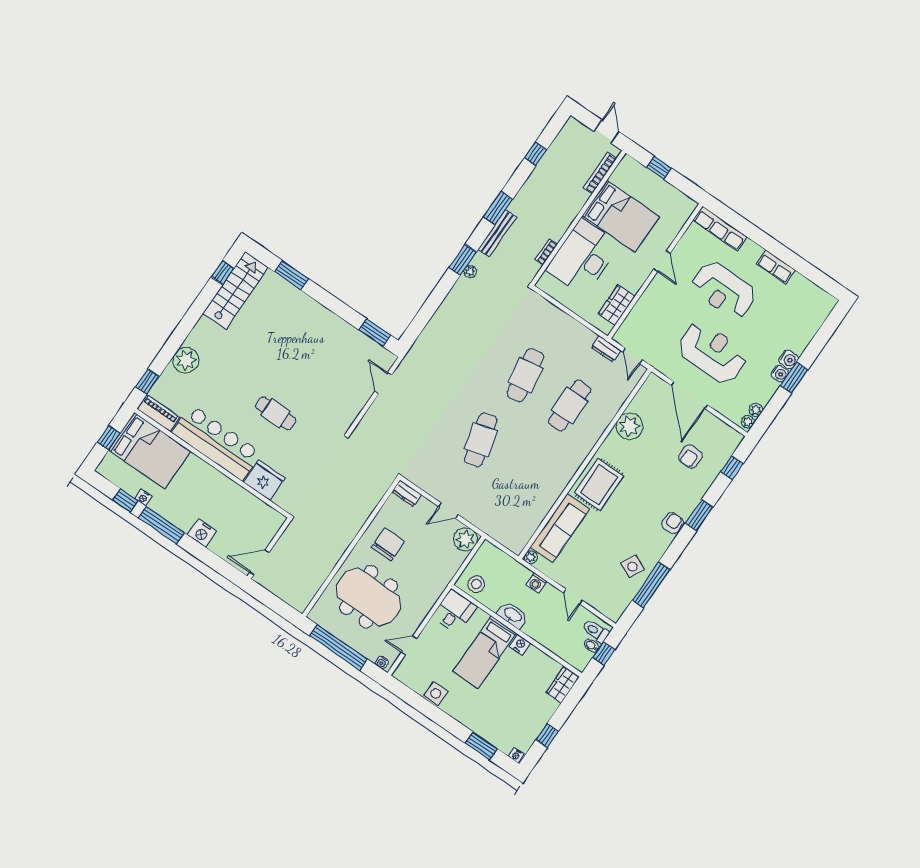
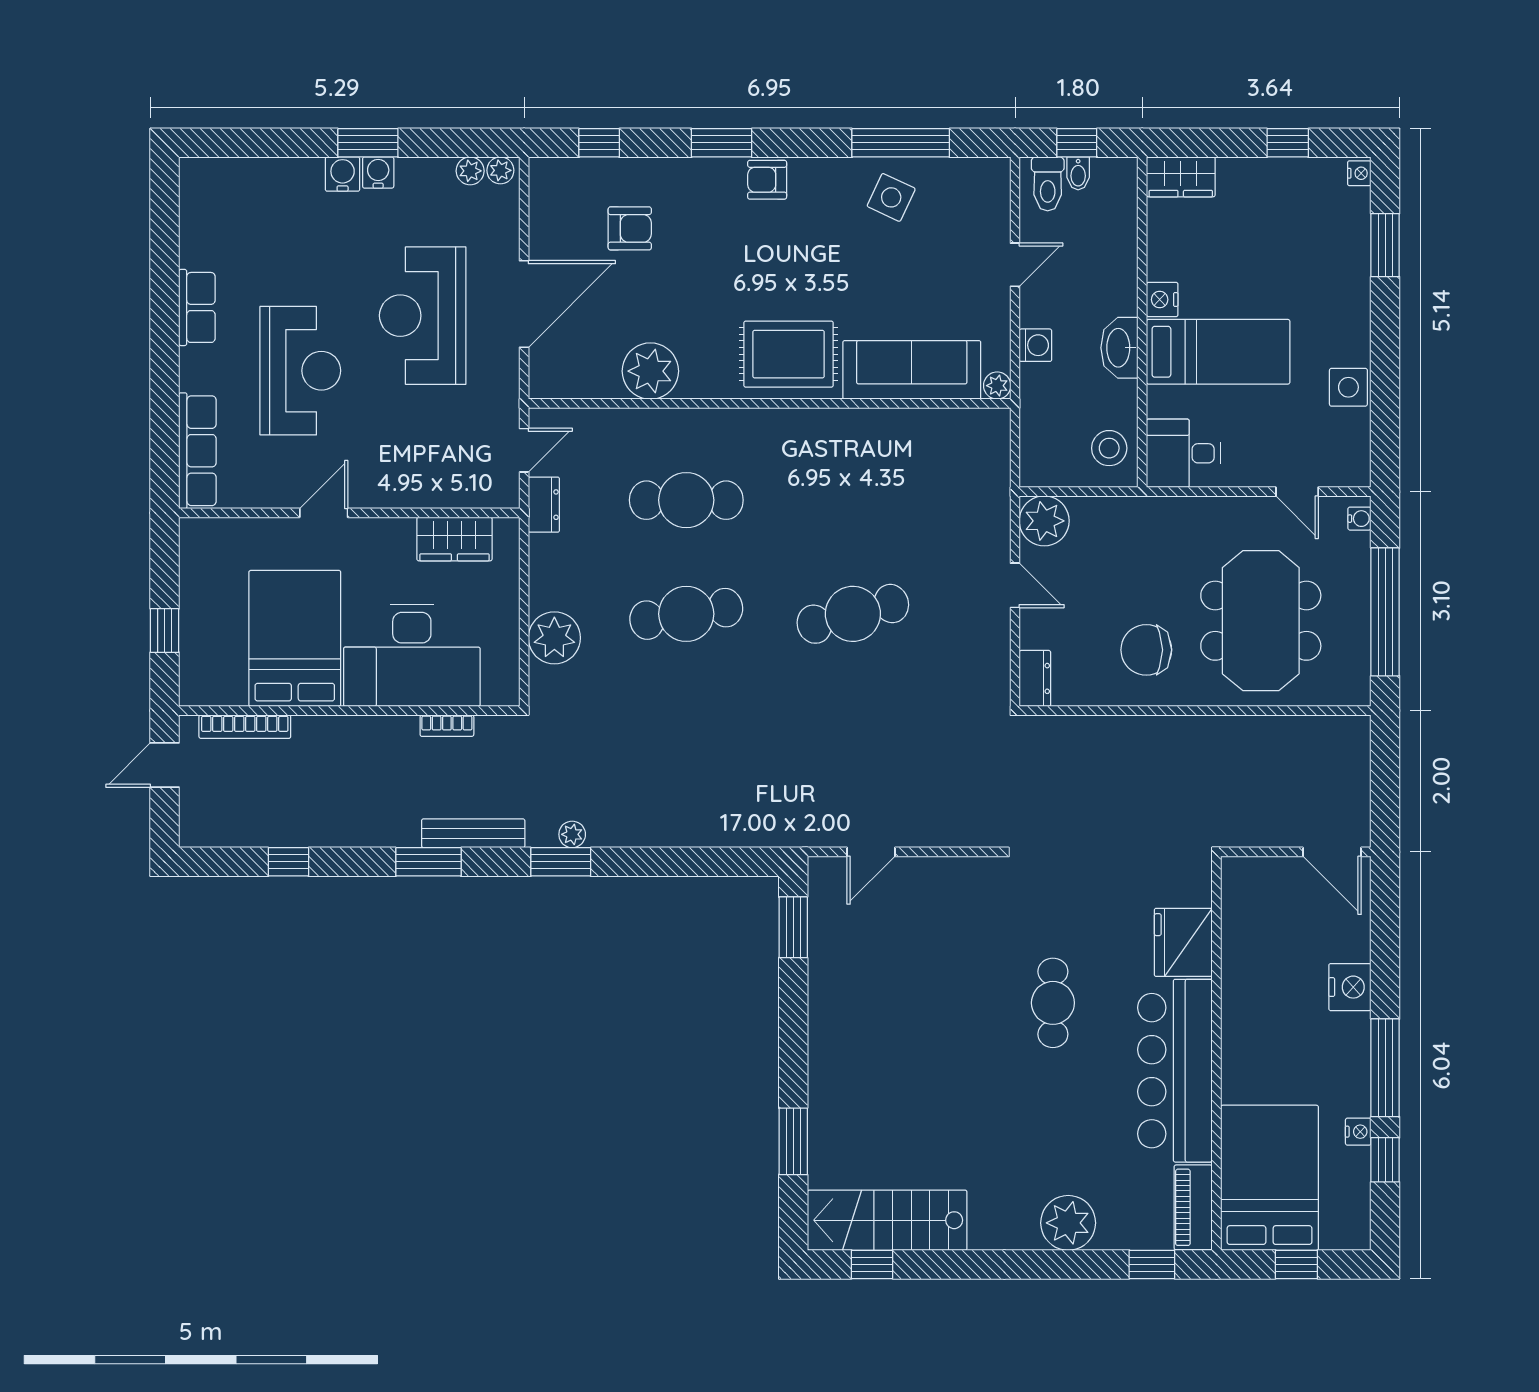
plant: (551, 317) -> (554, 638), added

